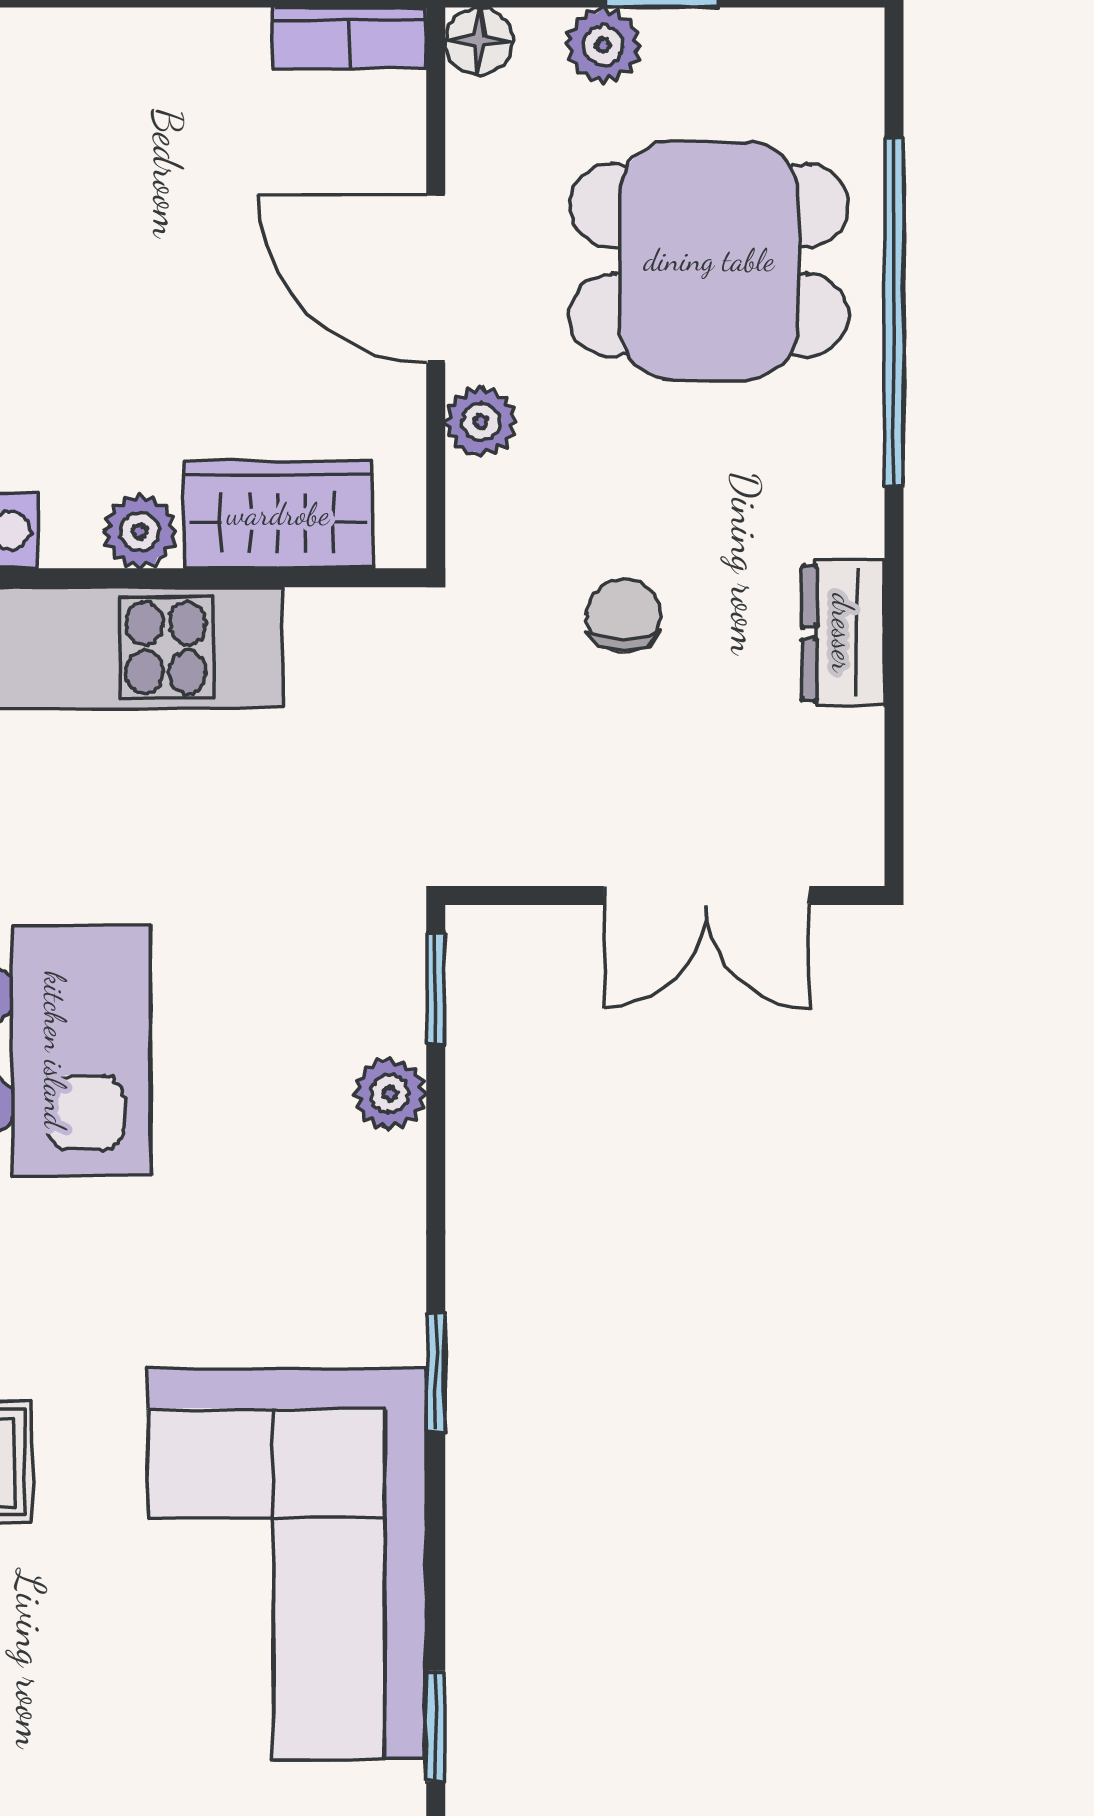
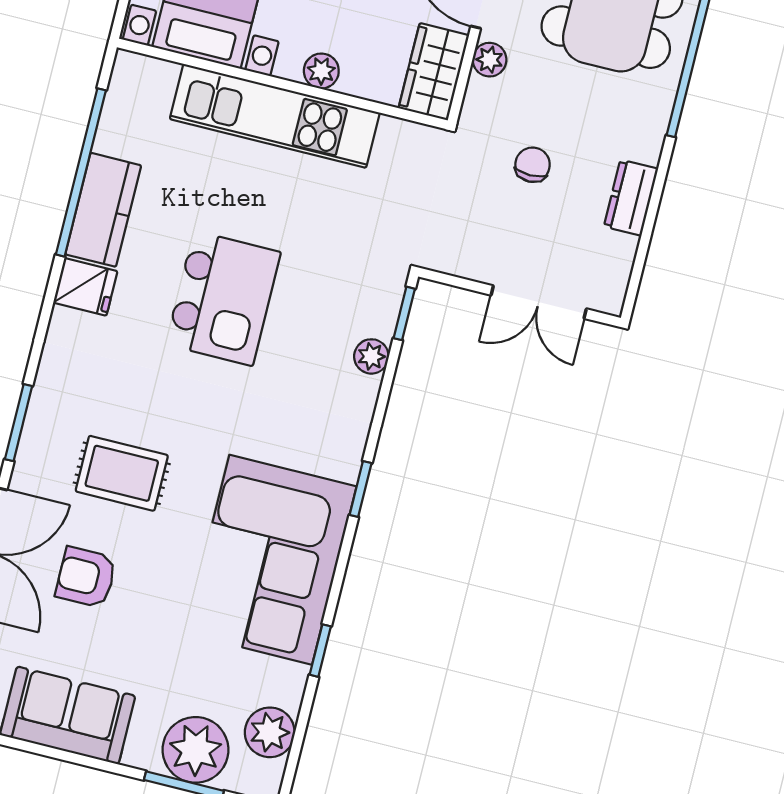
wardrobe: (278, 514) -> (434, 72), moved, turned -90

